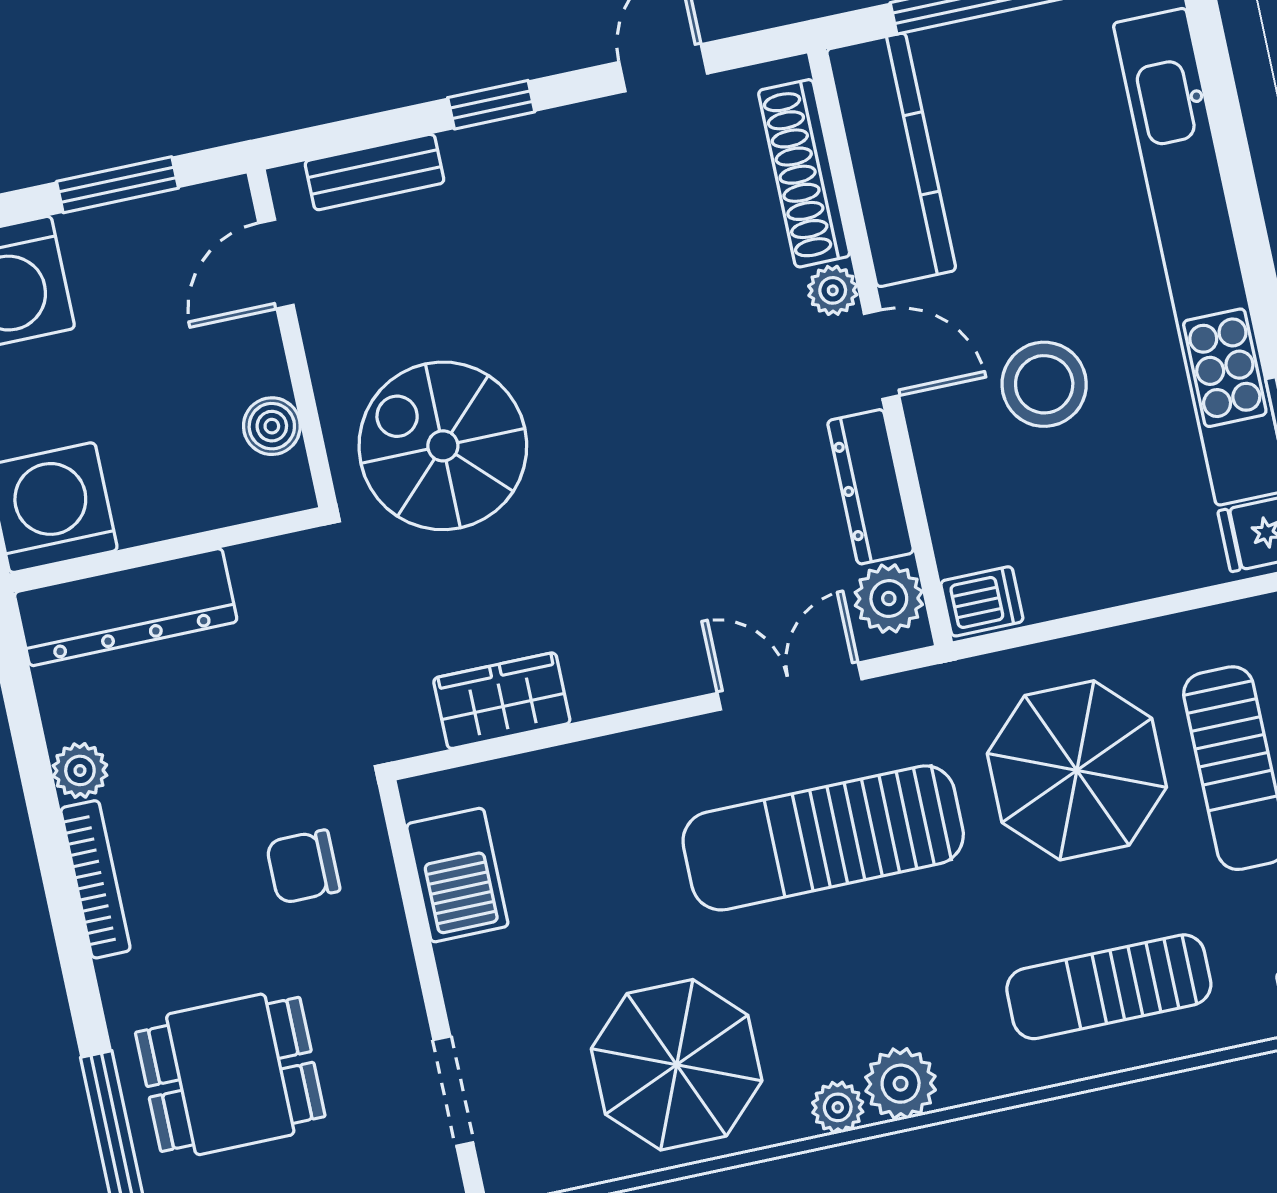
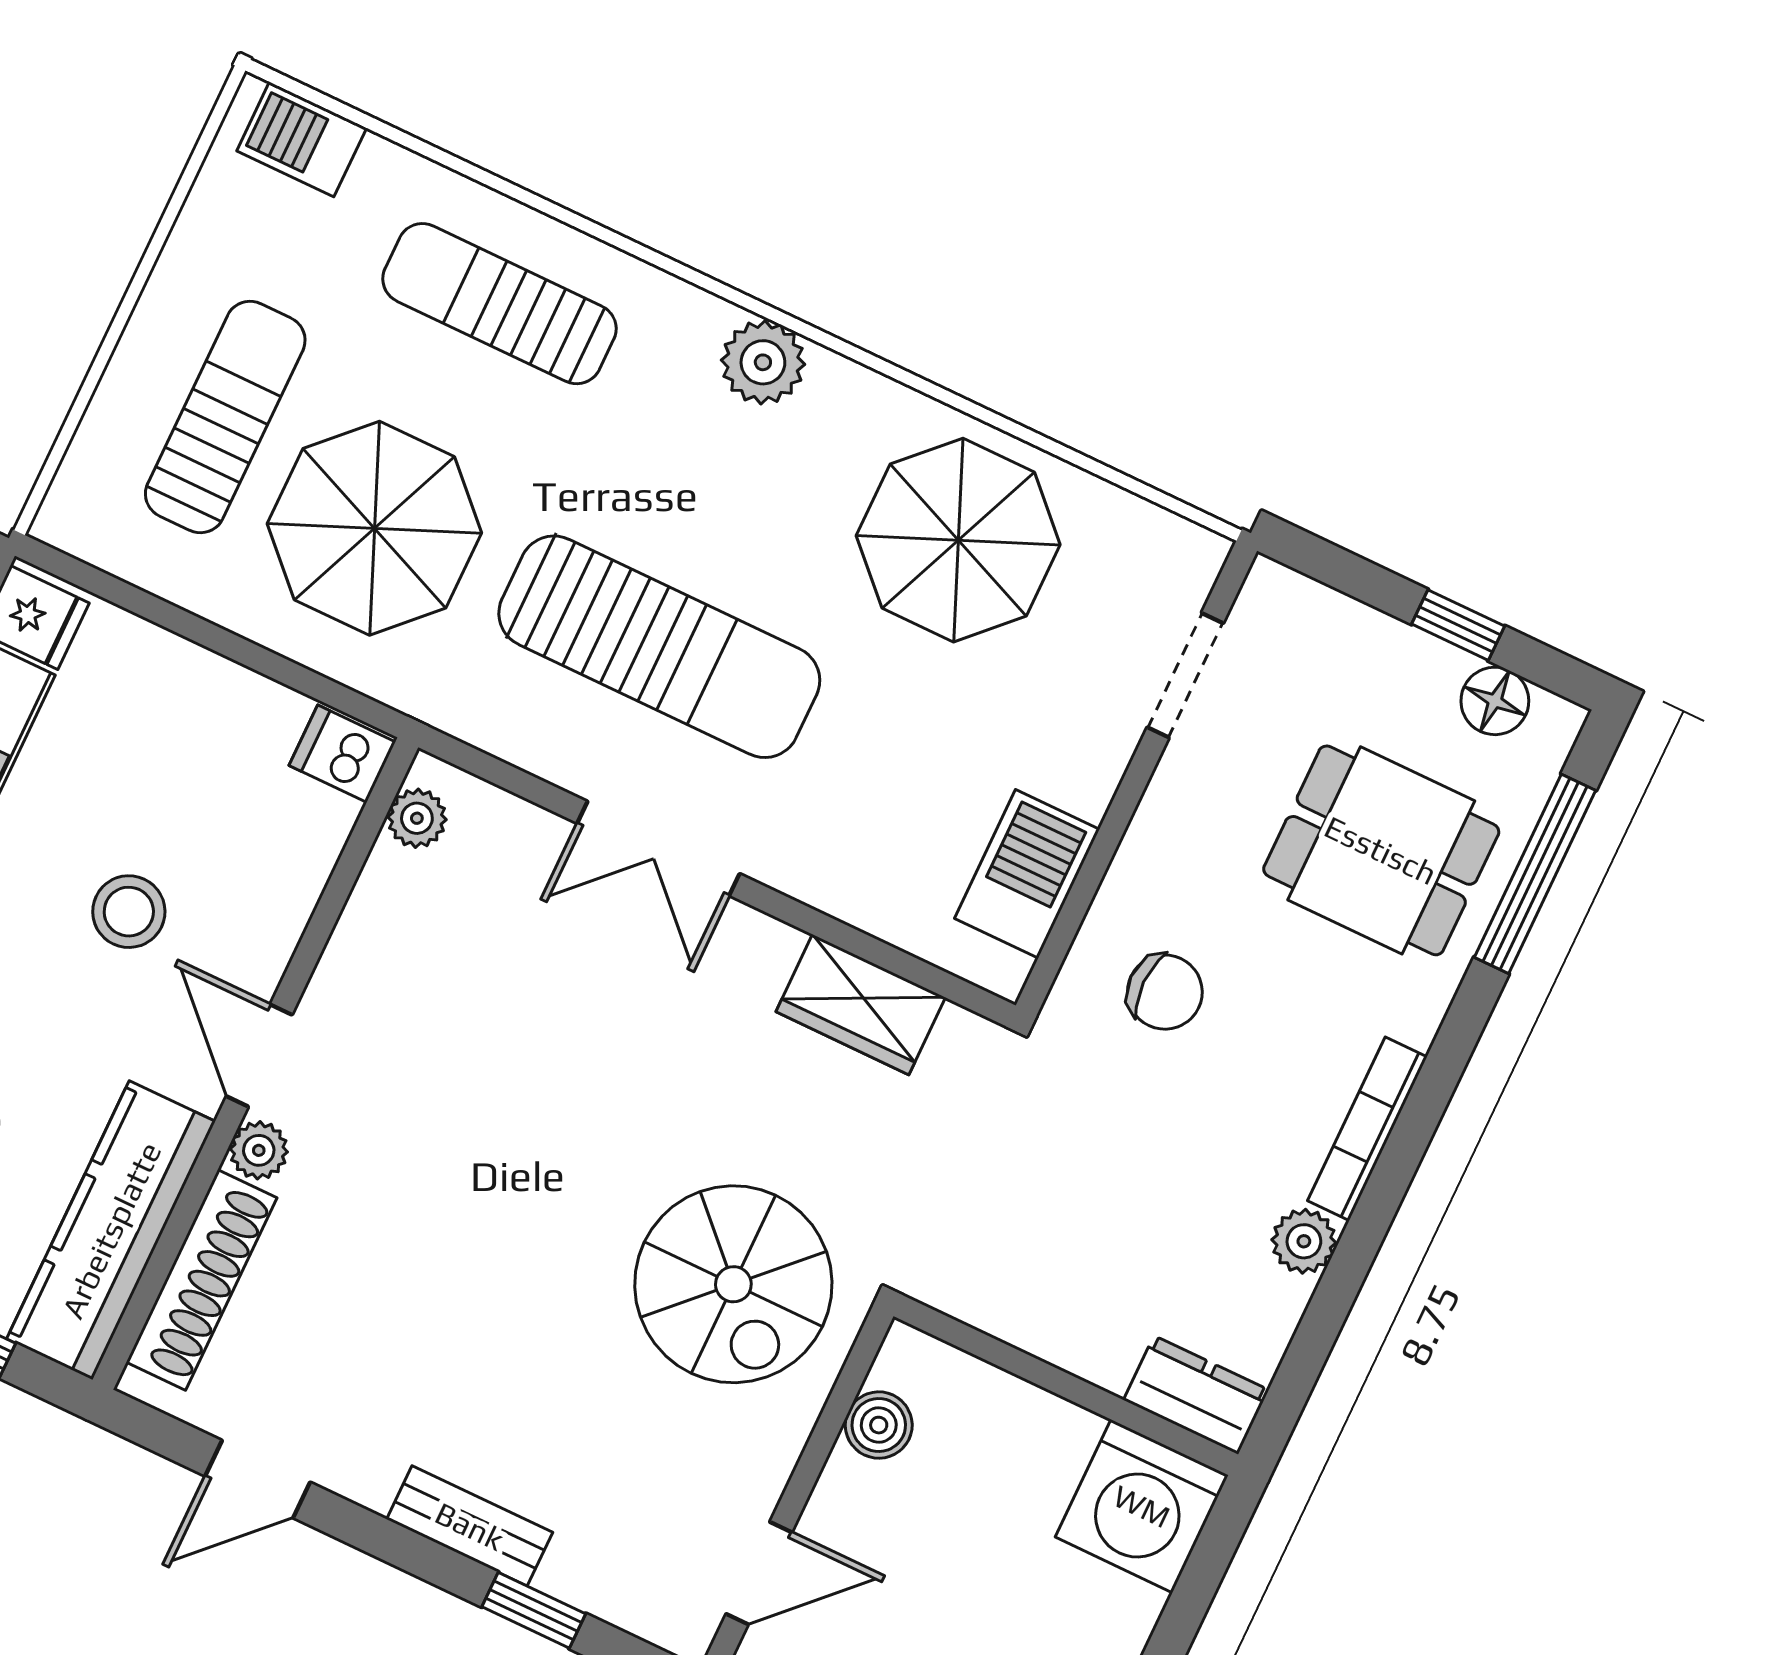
window: (491, 105) -> (534, 1610), moved
bench: (374, 172) -> (470, 1526), moved
stool: (1044, 384) -> (129, 912), width x0.73, depth x0.73
dresser: (871, 487) -> (364, 940), removed
plant: (889, 599) -> (417, 818), width x0.73, depth x0.73
dresser: (126, 607) -> (1196, 1395), width x0.51, depth x0.80
double door: (789, 686) -> (658, 849), moved
sun lounger: (1109, 987) -> (499, 304), turned 180
plant: (838, 1107) -> (838, 385), removed

